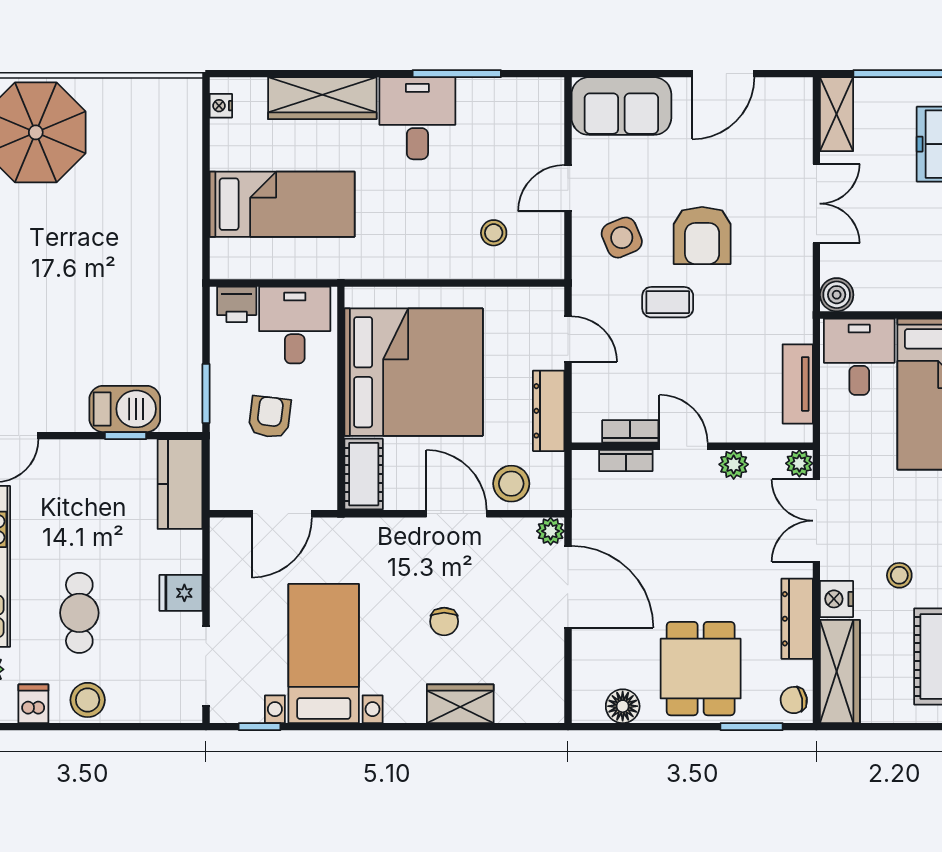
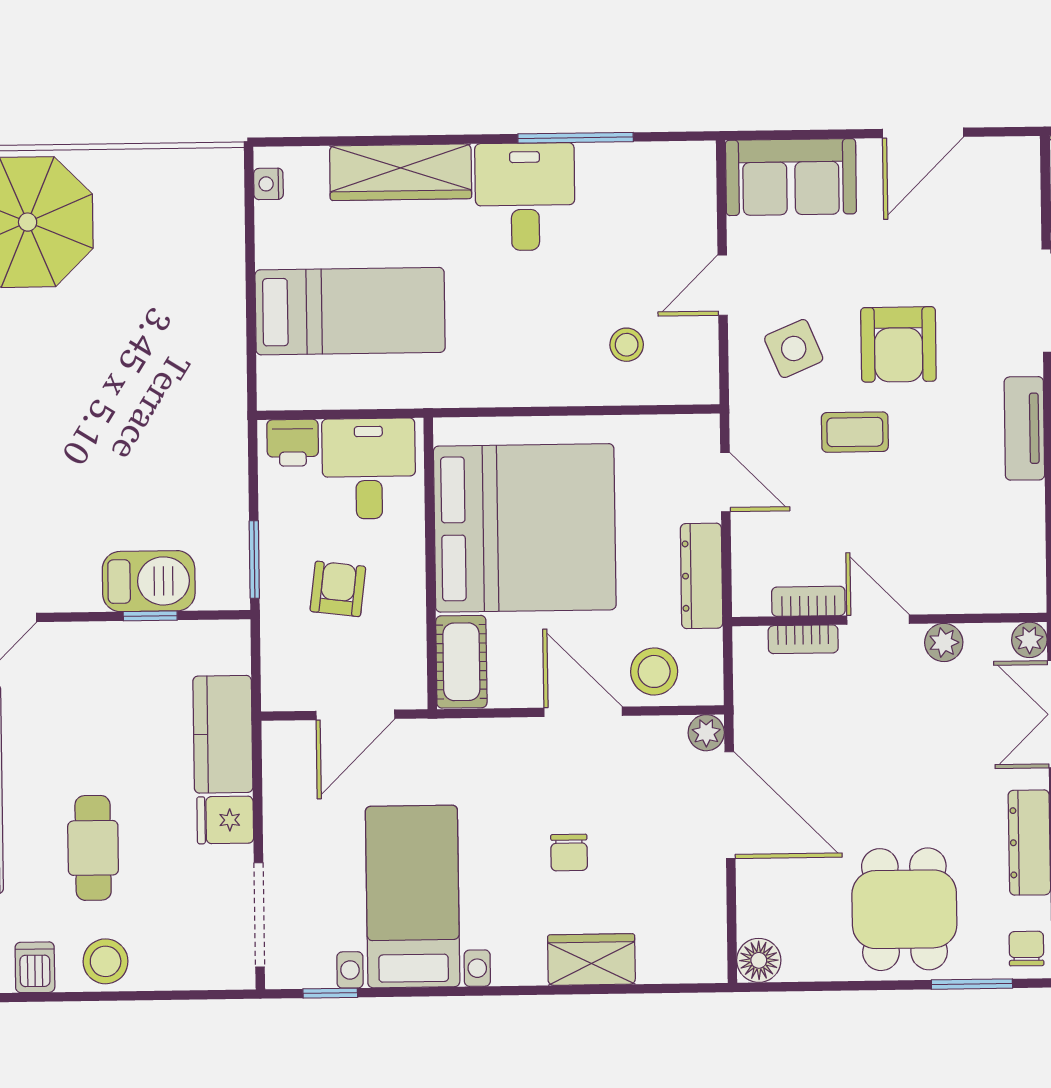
tv unit: (798, 384) -> (1024, 428), moved
kitchen counter: (180, 484) -> (223, 734), moved
chair: (794, 700) -> (1026, 949), turned 100
floor lamp: (623, 706) -> (759, 960), moved

